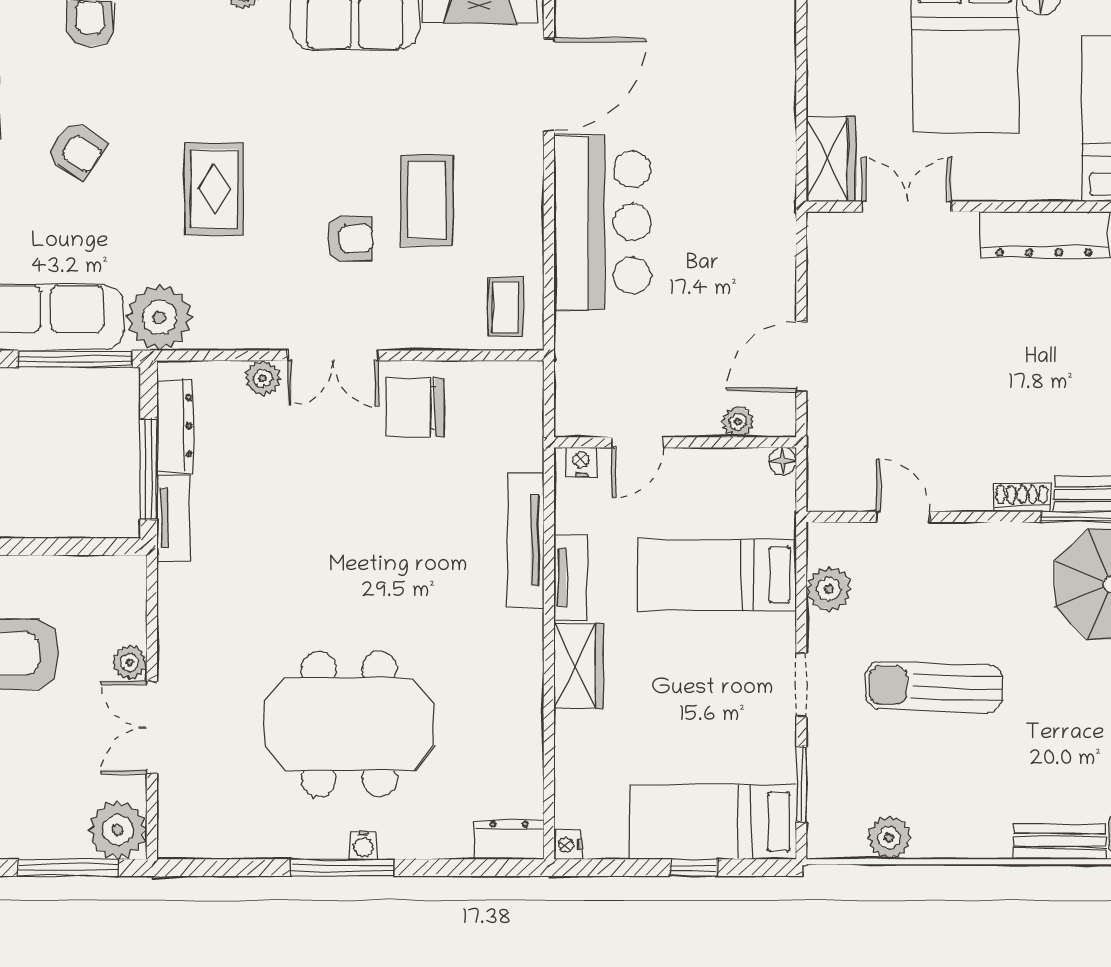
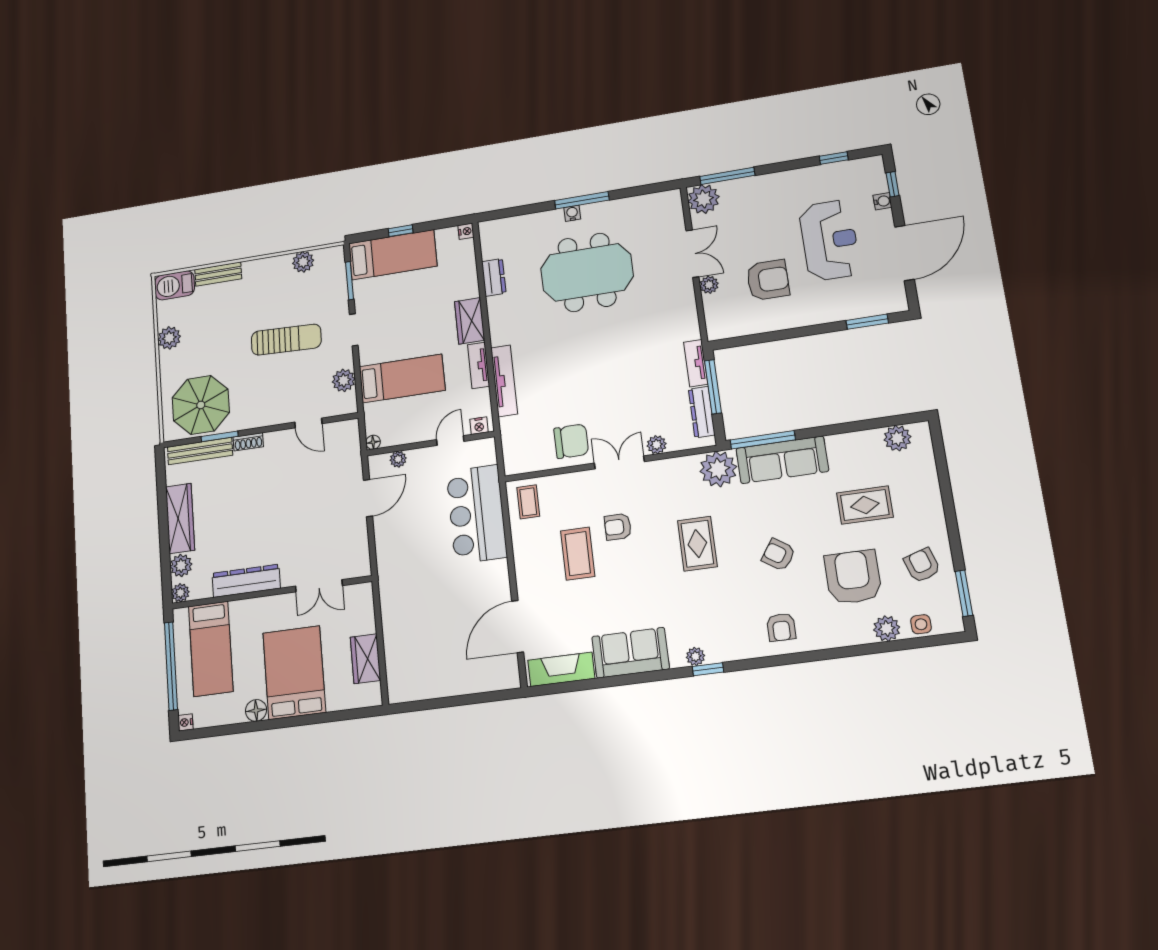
wardrobe: (831, 159) -> (366, 659), moved
bar counter: (602, 222) -> (477, 514), moved
dresser: (509, 840) -> (494, 277), moved, turned -90

